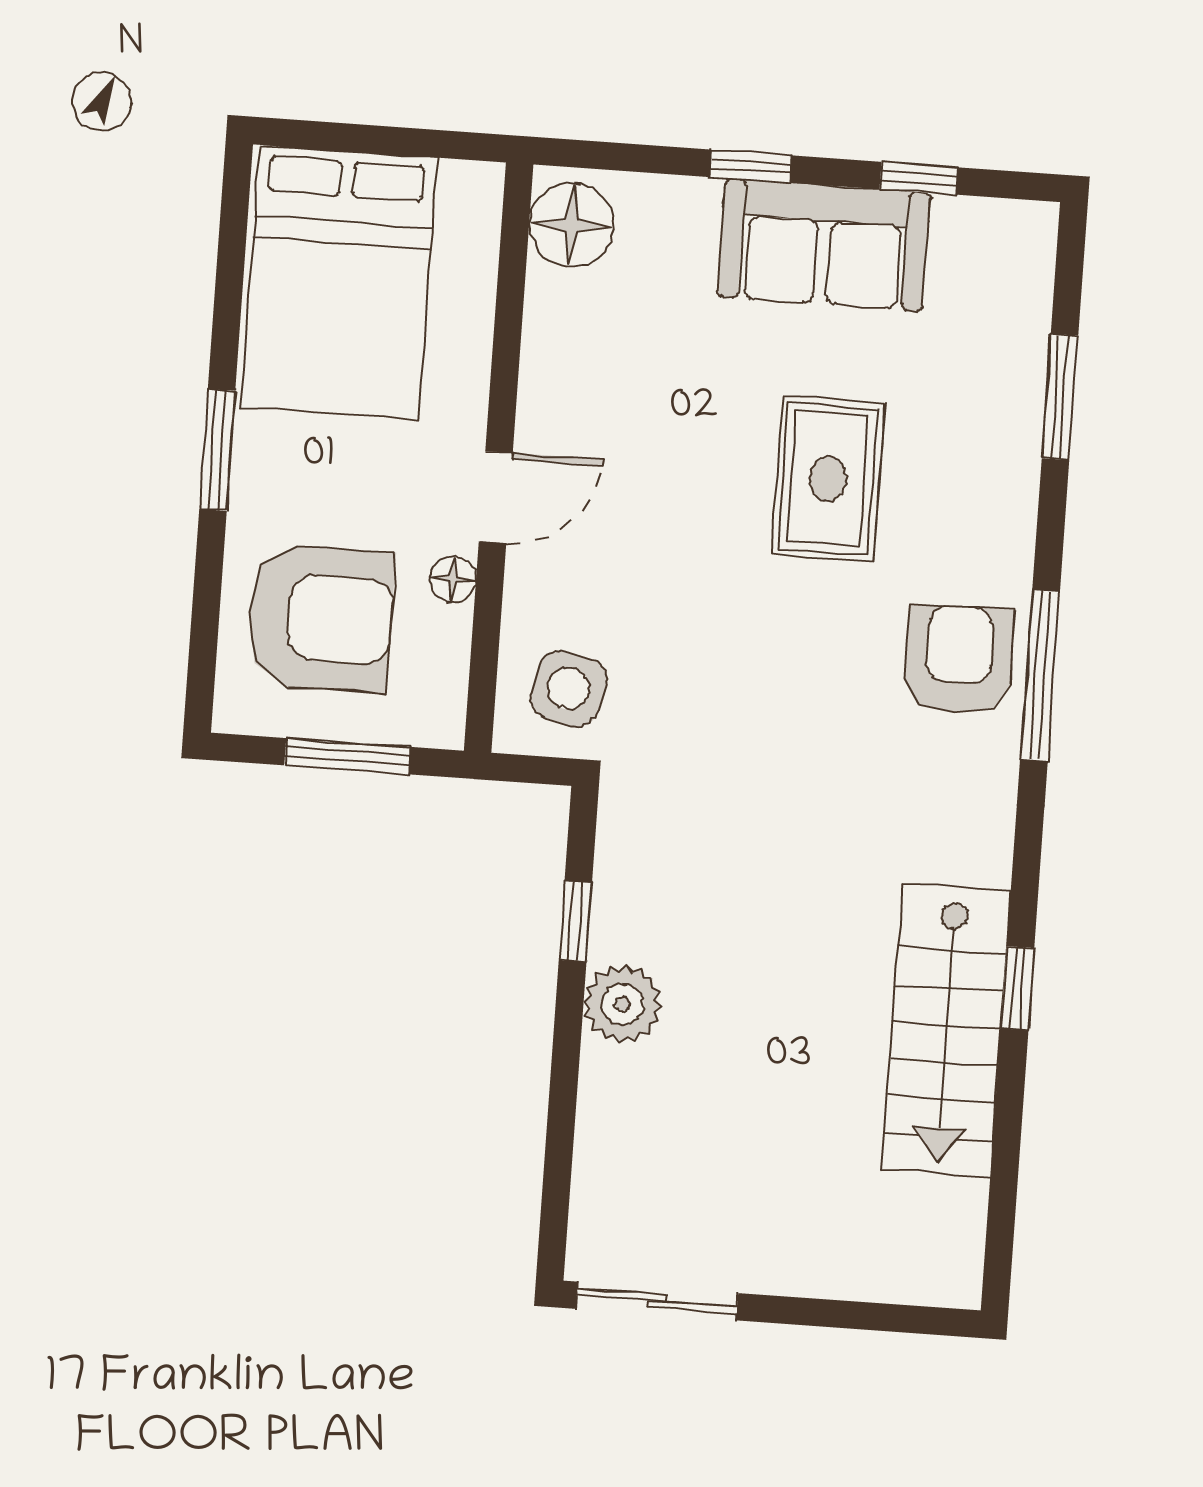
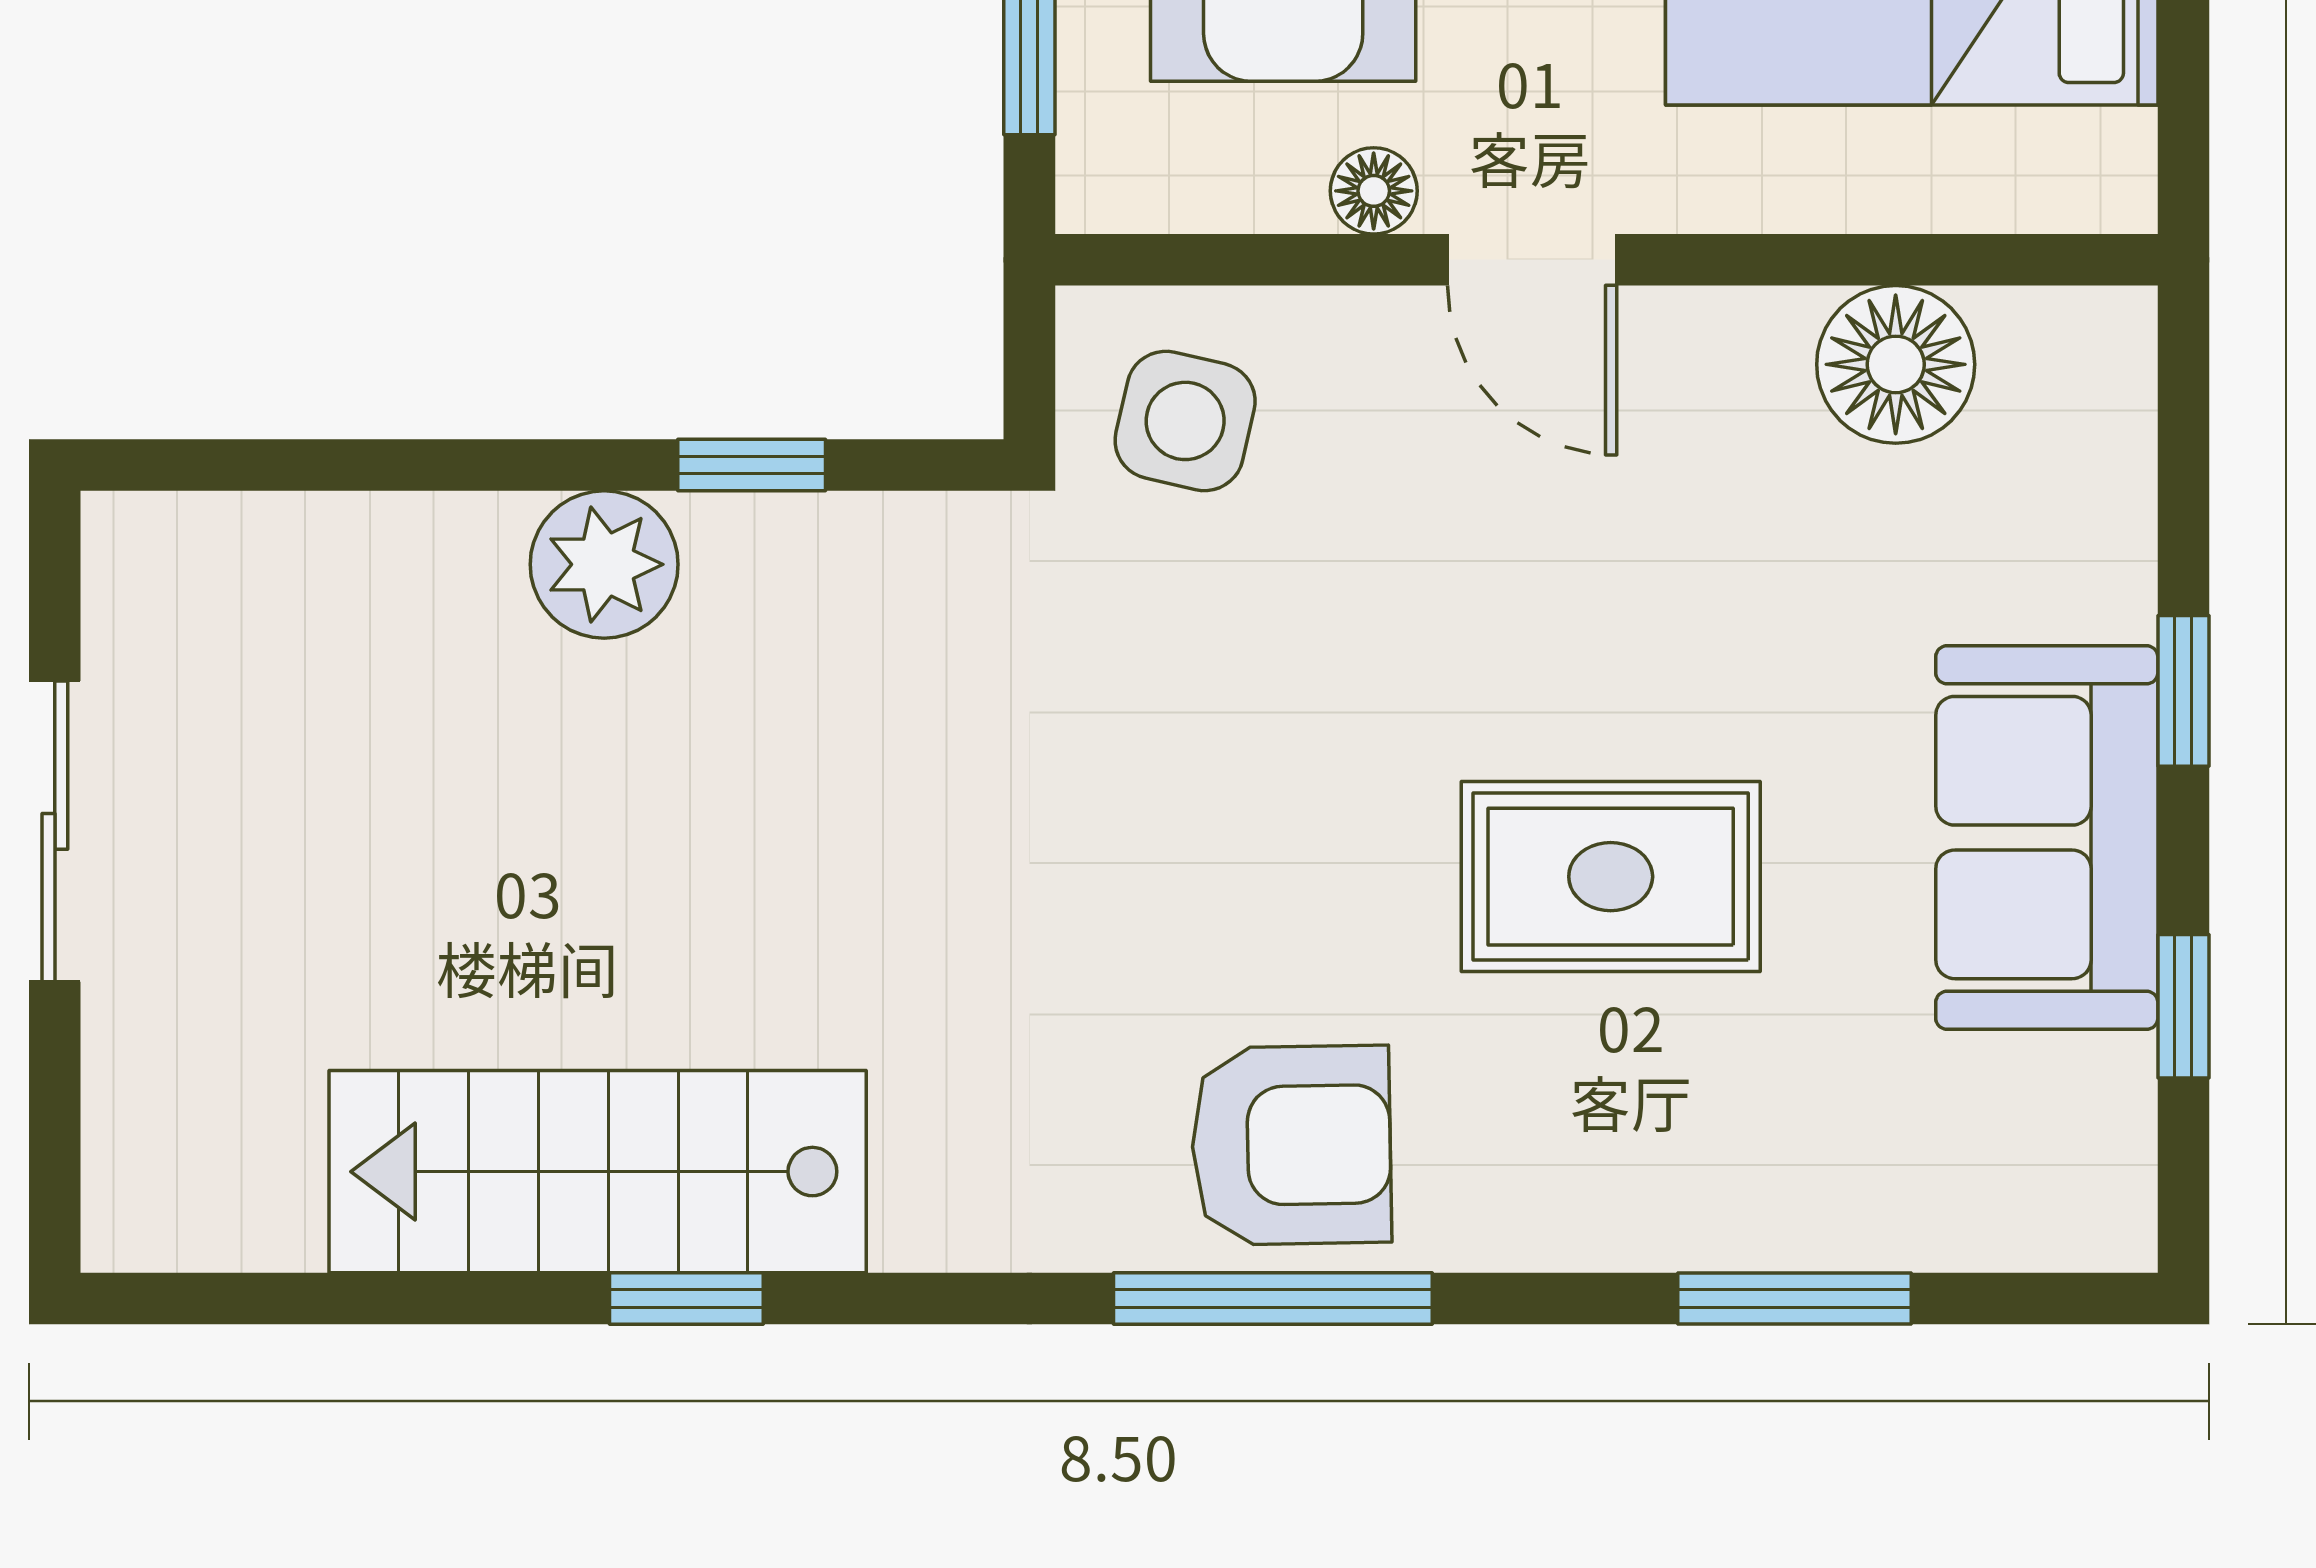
floor lamp: (571, 225) -> (1896, 364), moved
sliding door: (657, 1301) -> (55, 831), moved

